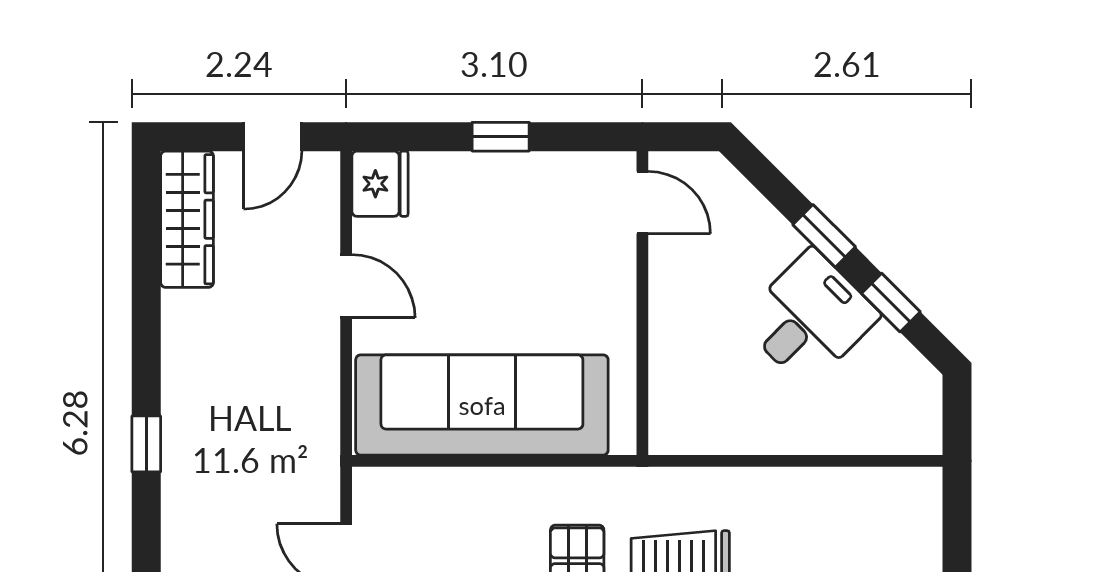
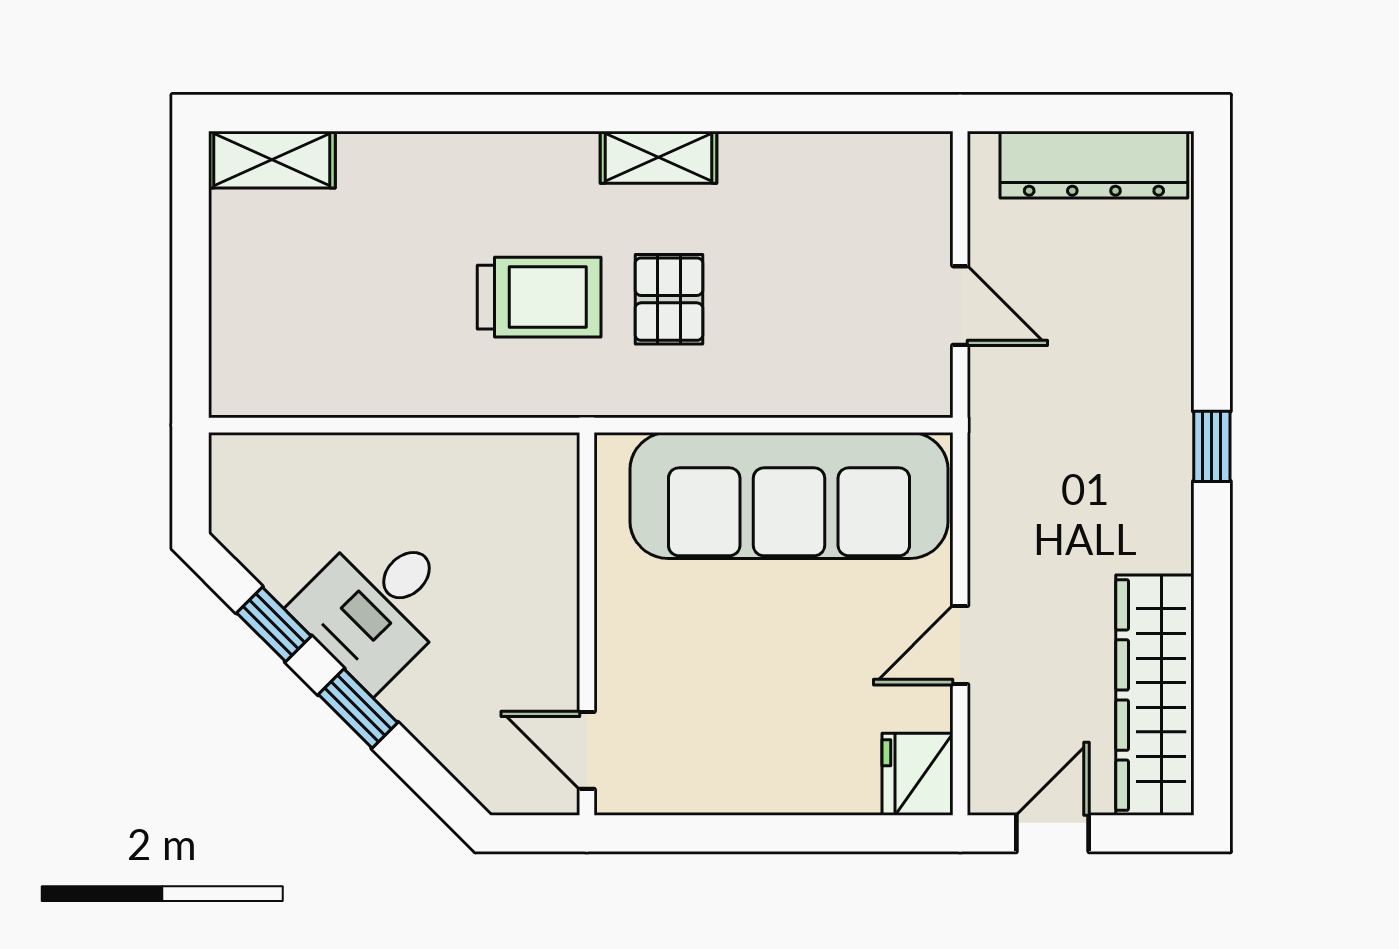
window: (501, 137) -> (765, 833), removed
wardrobe: (187, 219) -> (1155, 695), width x1.40, depth x1.17
door: (346, 286) -> (960, 645), hinge flipped

